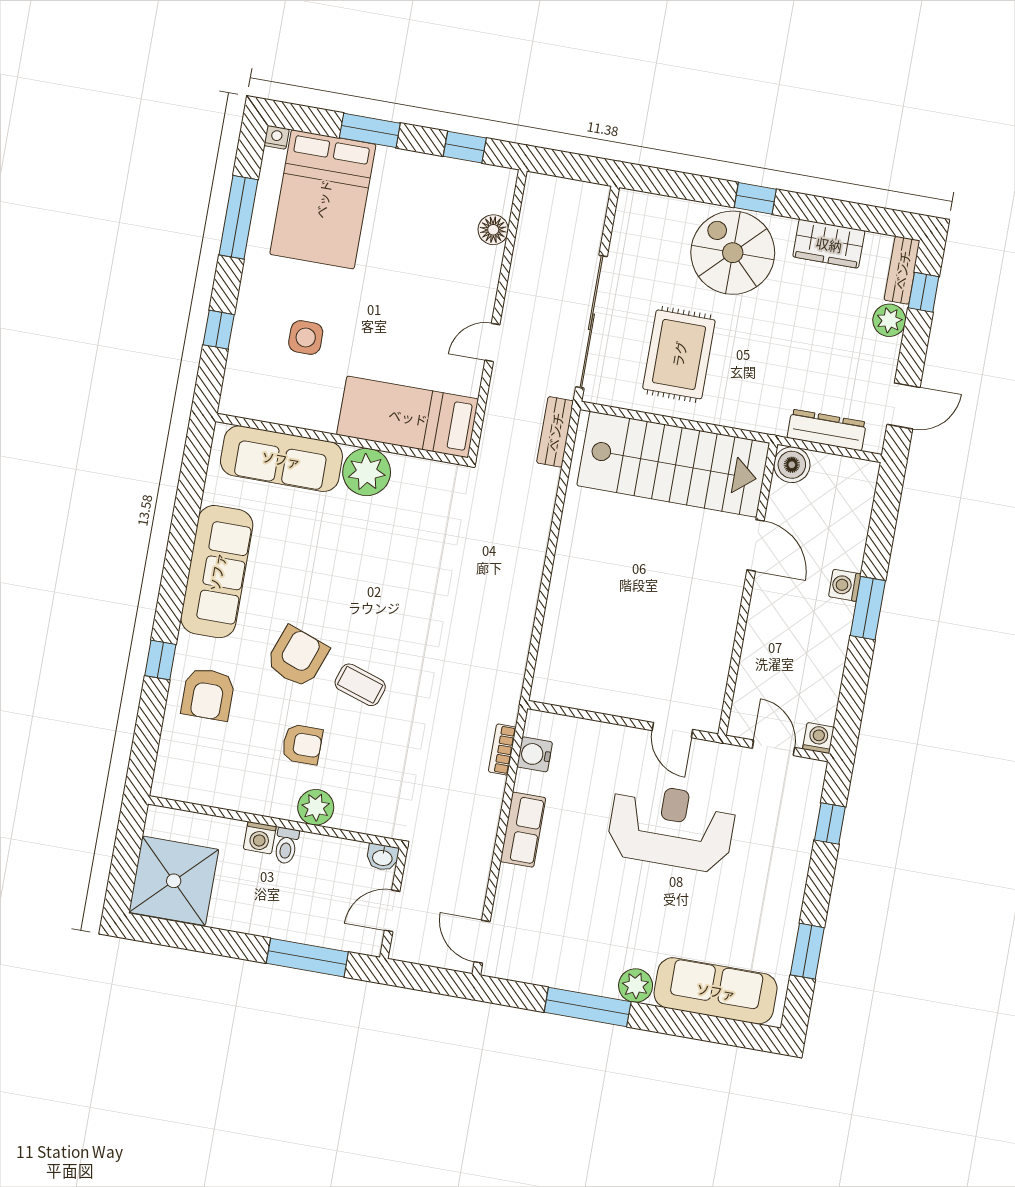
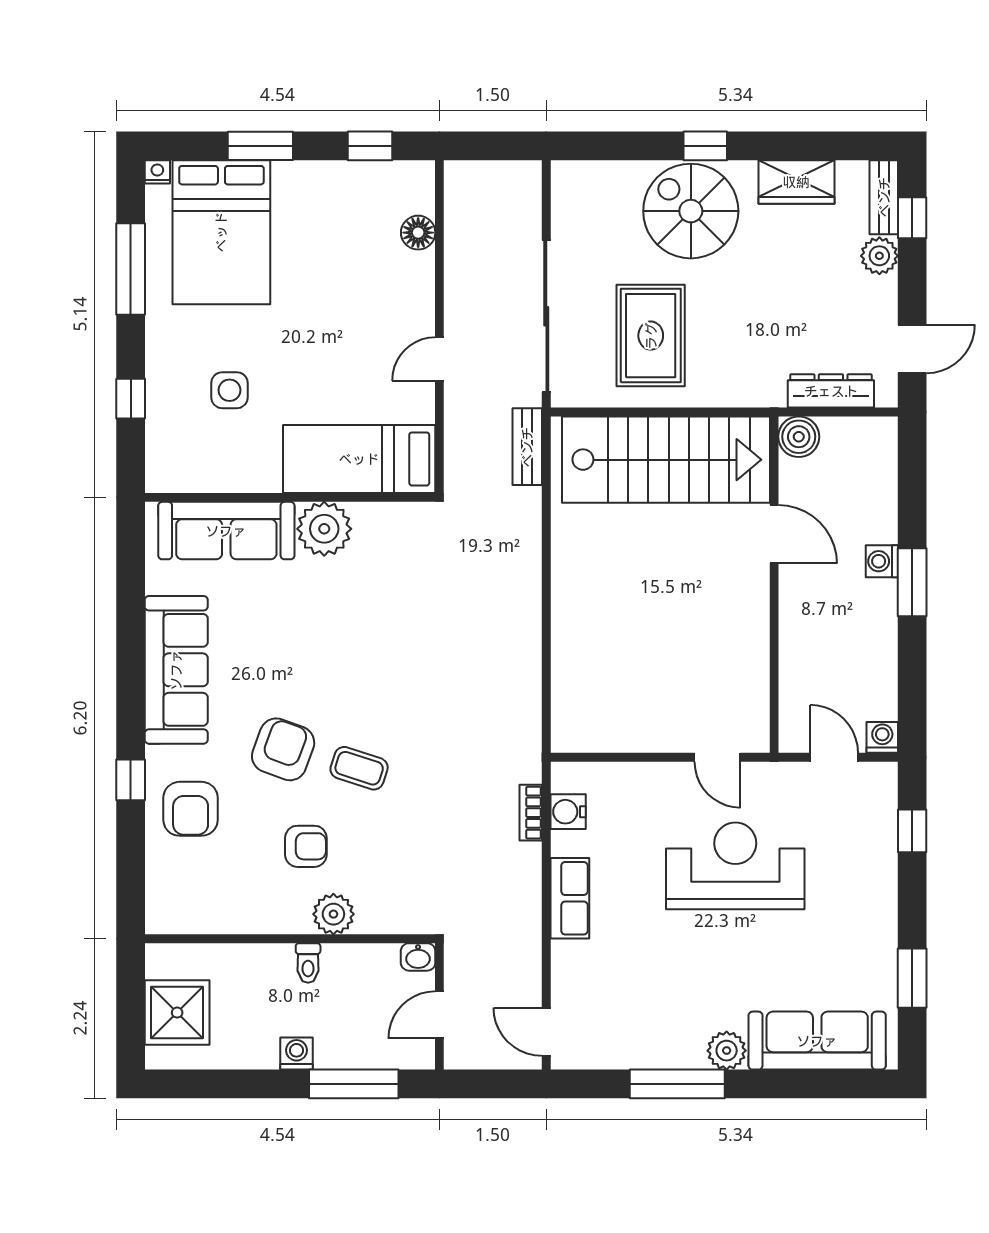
washing machine: (260, 838) -> (296, 1054), moved, turned 180
shower: (174, 881) -> (177, 1013), width x0.73, depth x0.73

